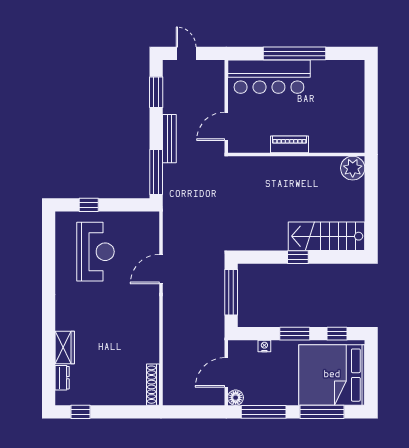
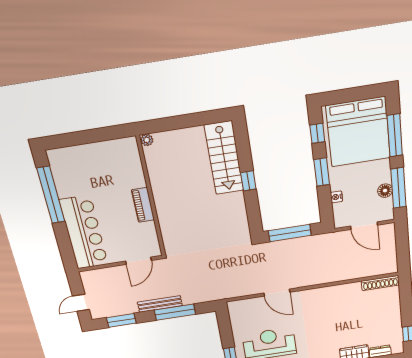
window: (295, 53) -> (51, 195), moved
door: (226, 126) -> (138, 261), hinge flipped
plant: (353, 168) -> (147, 140), width x0.53, depth x0.53
window: (156, 172) -> (175, 312), moved
floor lamp: (236, 398) -> (385, 191), moved

